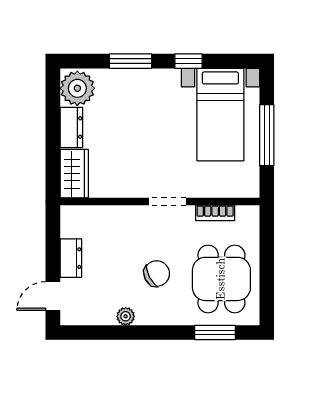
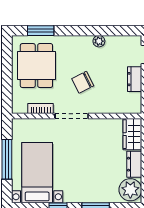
doorway: (167, 202) -> (72, 116), width x1.38
chair: (157, 274) -> (83, 82), moved

